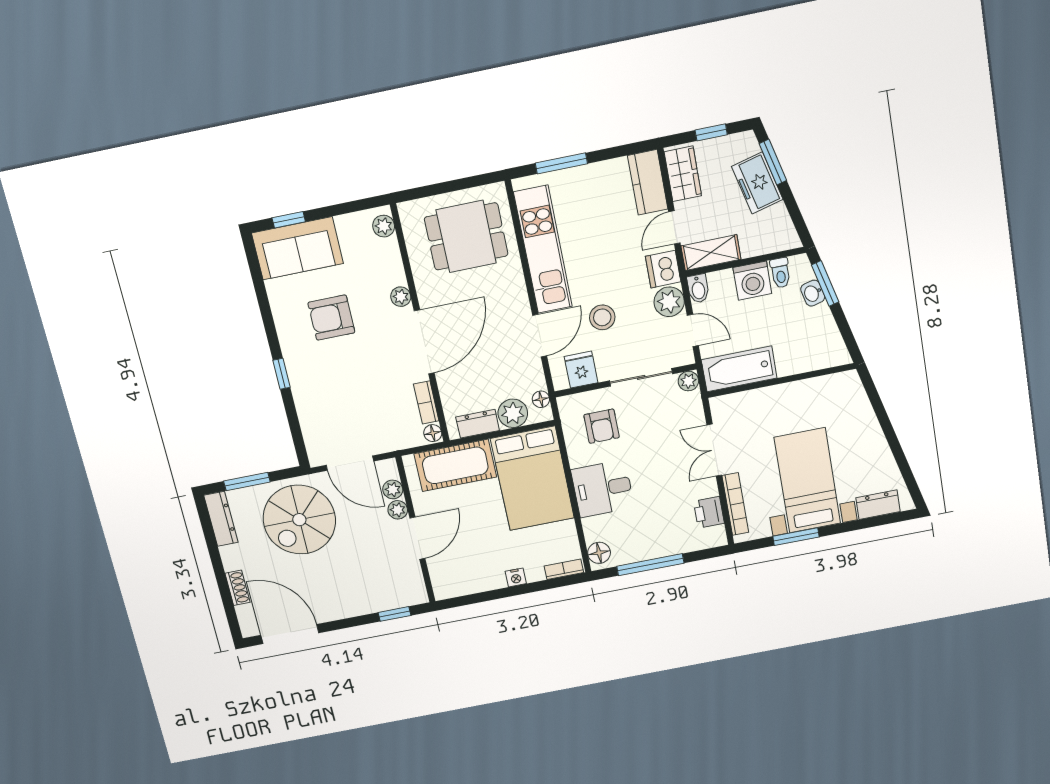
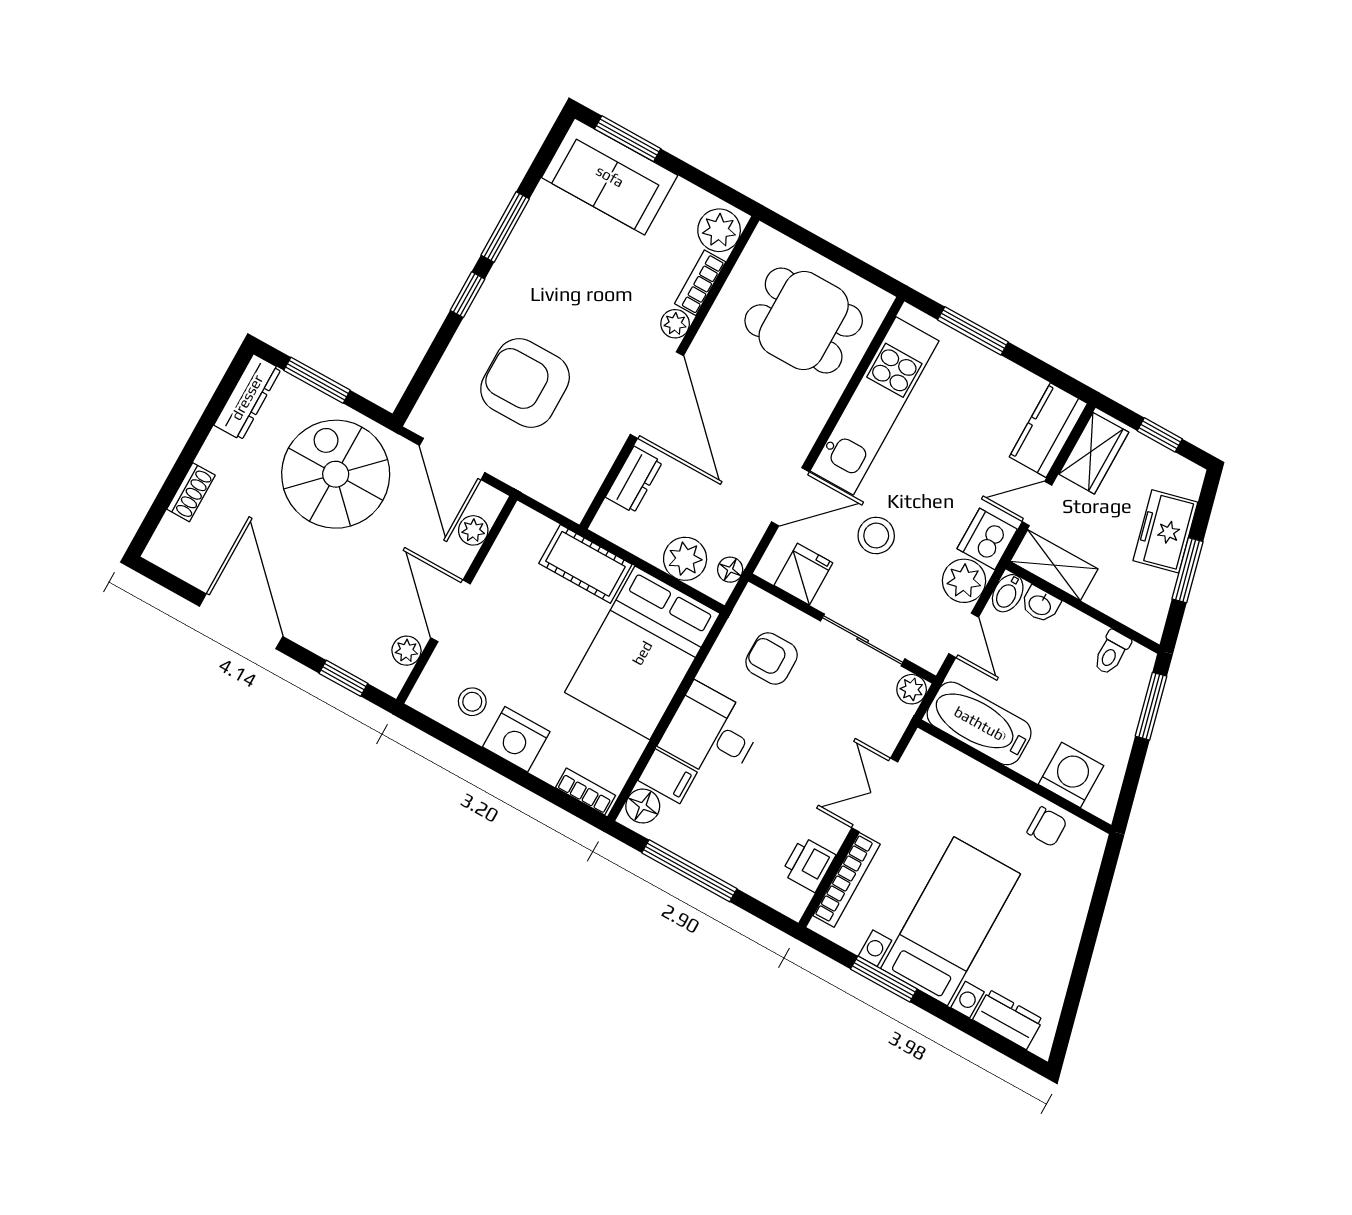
window: (773, 162) -> (1187, 570), moved
window: (289, 220) -> (628, 139), width x1.50
plant: (384, 226) -> (719, 230), width x1.38, depth x1.38
washing machine: (752, 281) -> (1071, 775), moved, turned 180
washbasin: (813, 293) -> (1040, 605), moved, turned -76
armchair: (331, 318) -> (525, 383), moved, width x1.36, depth x1.36
window: (268, 322) -> (505, 227), added
door: (424, 342) -> (657, 395), hinge flipped
chair: (820, 392) -> (1047, 827), added
bookcase: (426, 403) -> (700, 283), moved
dresser: (478, 424) -> (634, 480), moved, turned 90
armchair: (602, 426) -> (772, 659), turned 90
floor lamp: (433, 433) -> (576, 505), removed
cot: (455, 465) -> (585, 564), width x0.73, depth x0.75
plant: (398, 510) -> (406, 651), moved
spiral stairs: (299, 520) -> (336, 474), turned 90
filing cabinet: (599, 528) -> (668, 776), added
door: (417, 538) -> (450, 611), swing flipped
stool: (468, 573) -> (472, 702), added
nightstand: (516, 577) -> (516, 739), width x1.89, depth x1.79
door: (290, 634) -> (241, 621), moved

